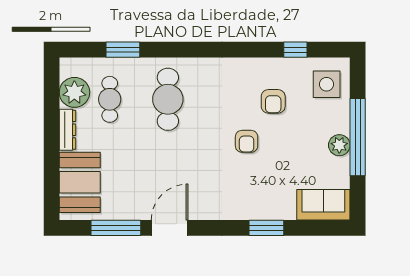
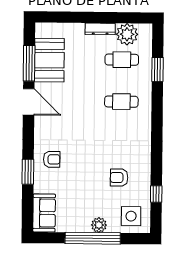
cafe table: (168, 99) -> (121, 102), width x0.73, depth x0.74
armchair: (247, 141) -> (52, 159), moved, turned 180
plant: (339, 145) -> (99, 225), moved
booth: (80, 182) -> (49, 60), moved, turned 90

